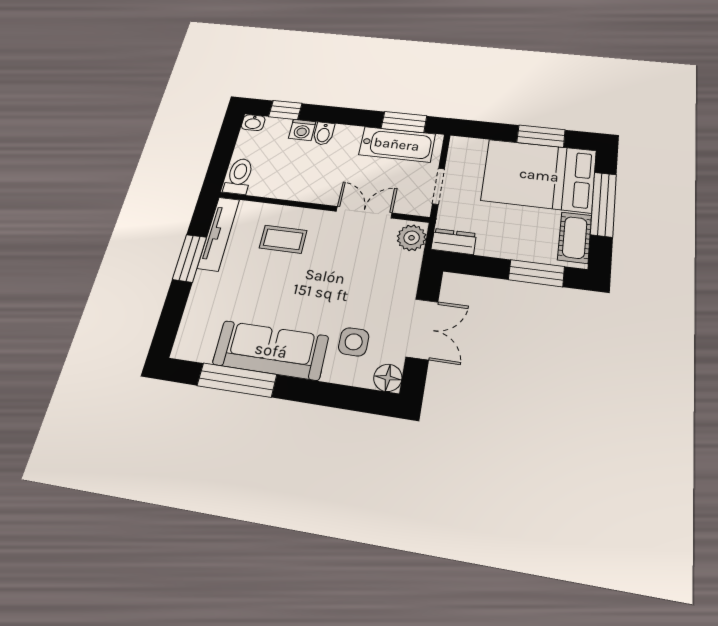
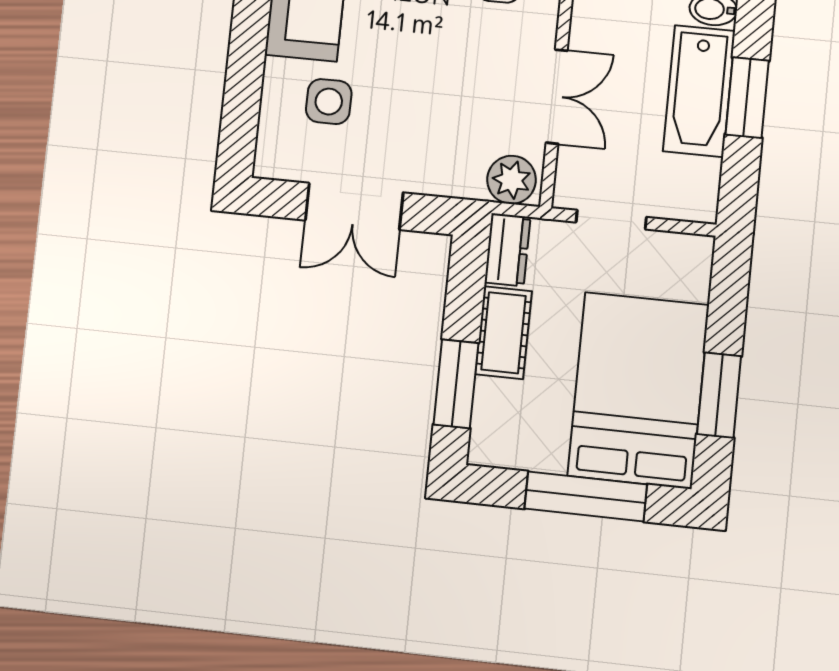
window: (404, 122) -> (747, 98), moved
bathtub: (397, 144) -> (699, 91), moved
cot: (575, 237) -> (503, 333), moved, turned 90
floor lamp: (388, 378) -> (275, 159), removed

